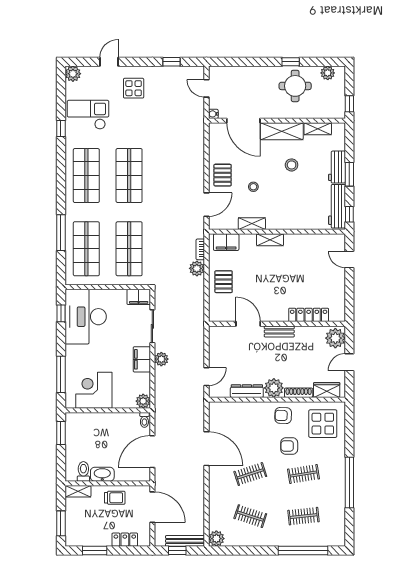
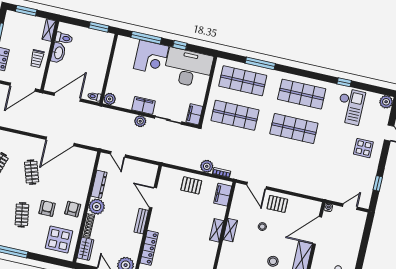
shelving: (252, 224) -> (230, 230), moved
window: (61, 313) -> (180, 45), moved
door: (248, 324) -> (153, 198), swing flipped
corner desk: (94, 390) -> (151, 57), moved, turned 90
door: (152, 452) -> (67, 97), hinge flipped

